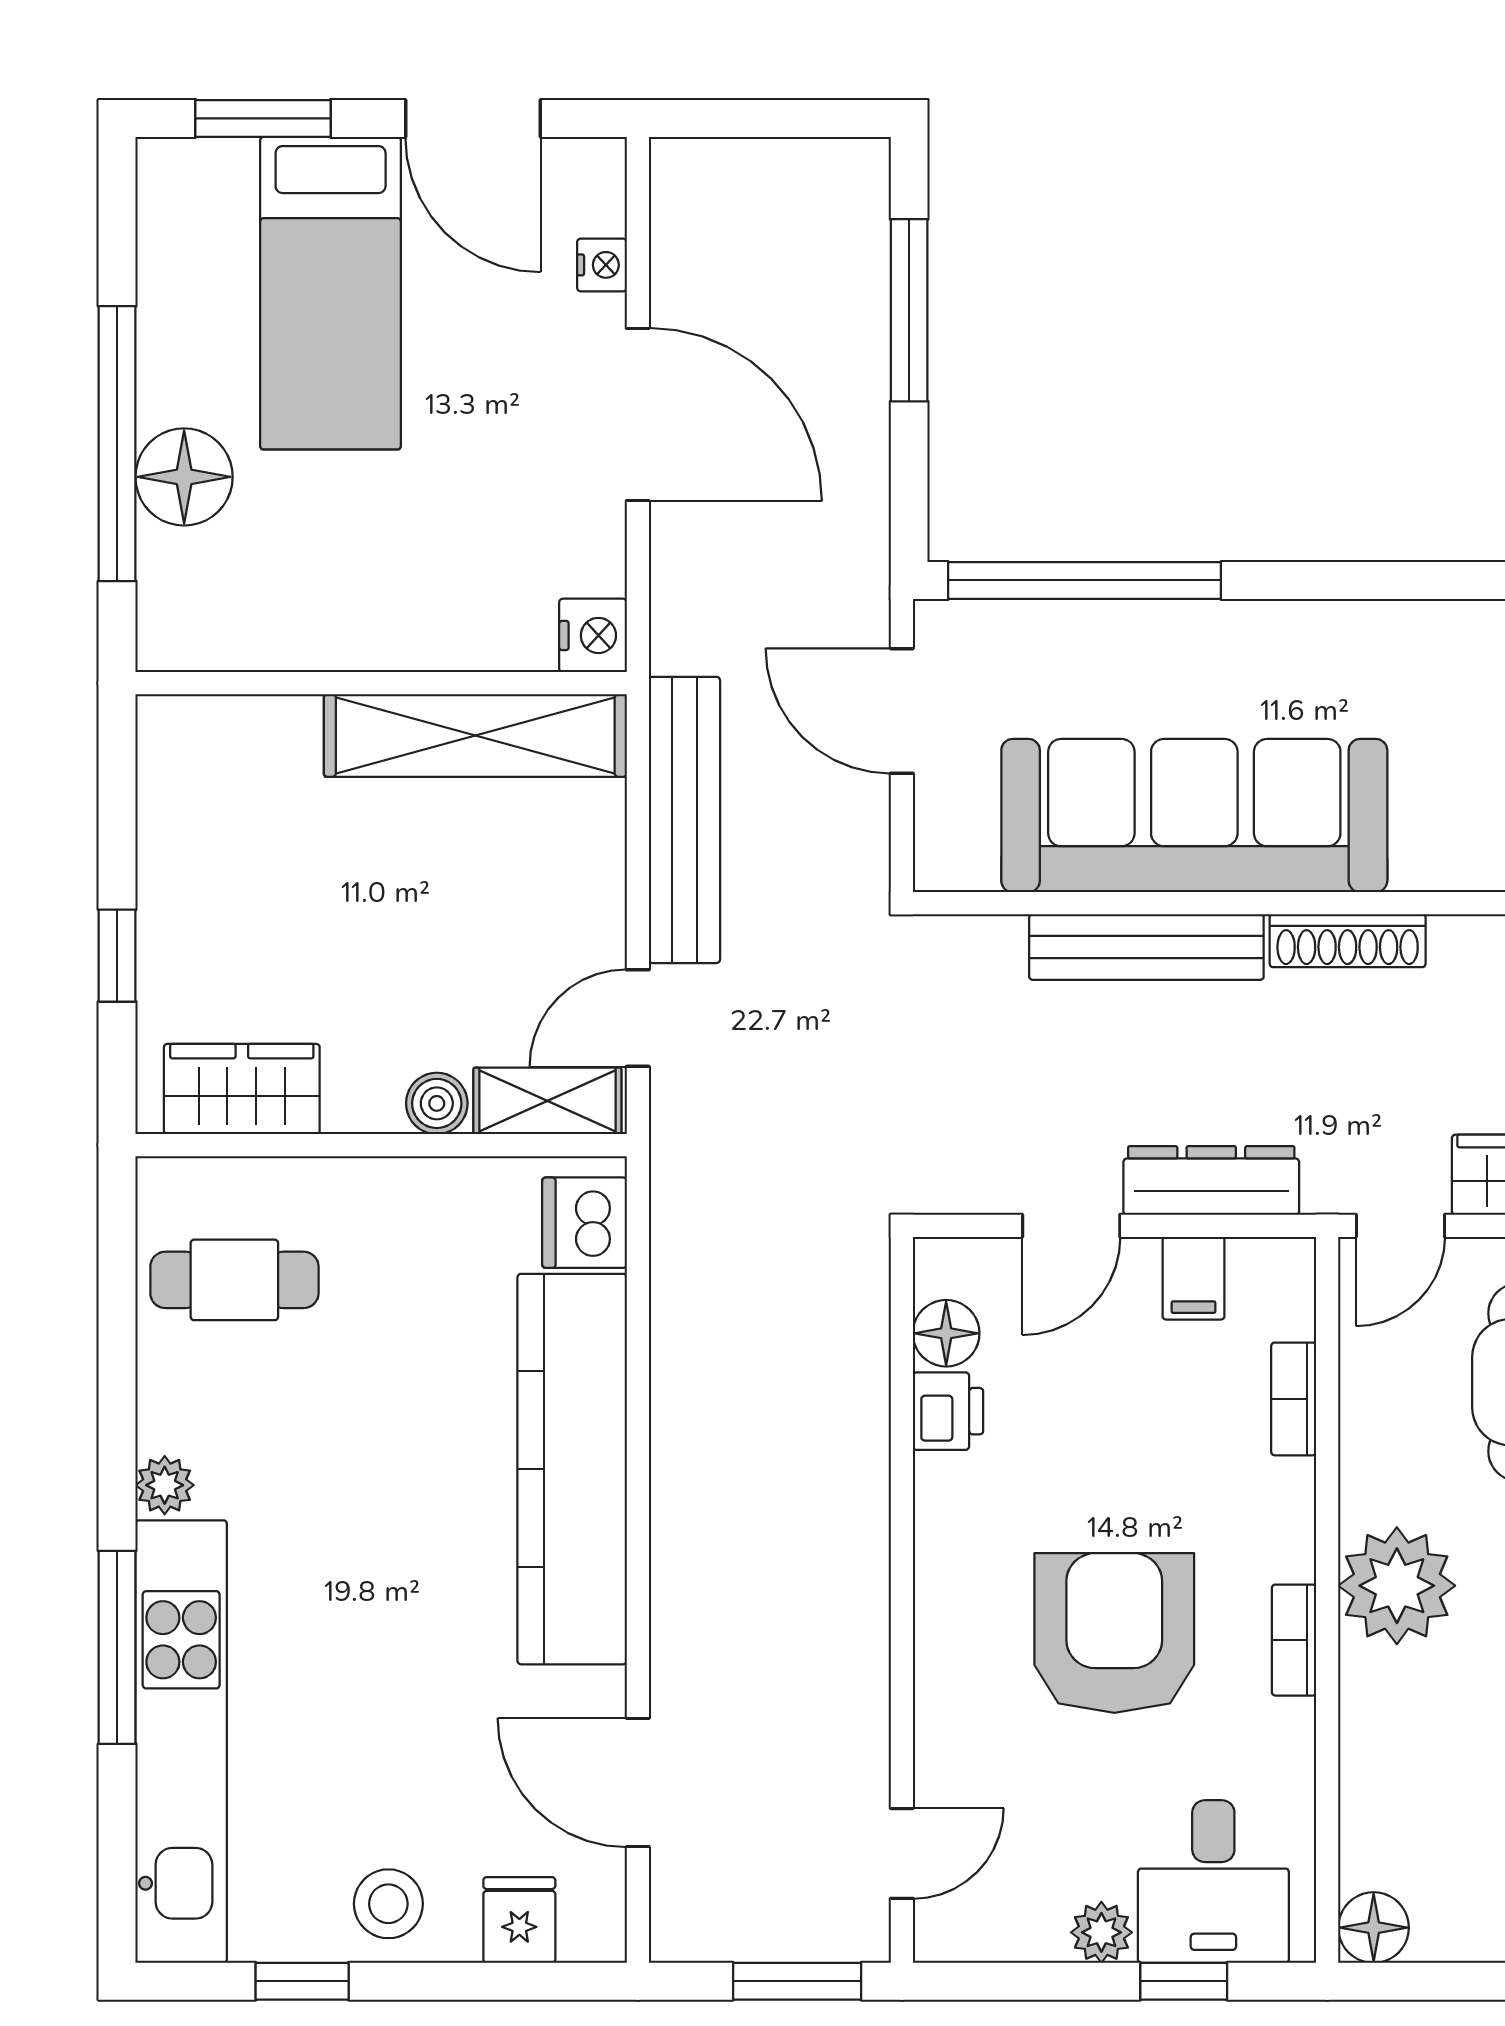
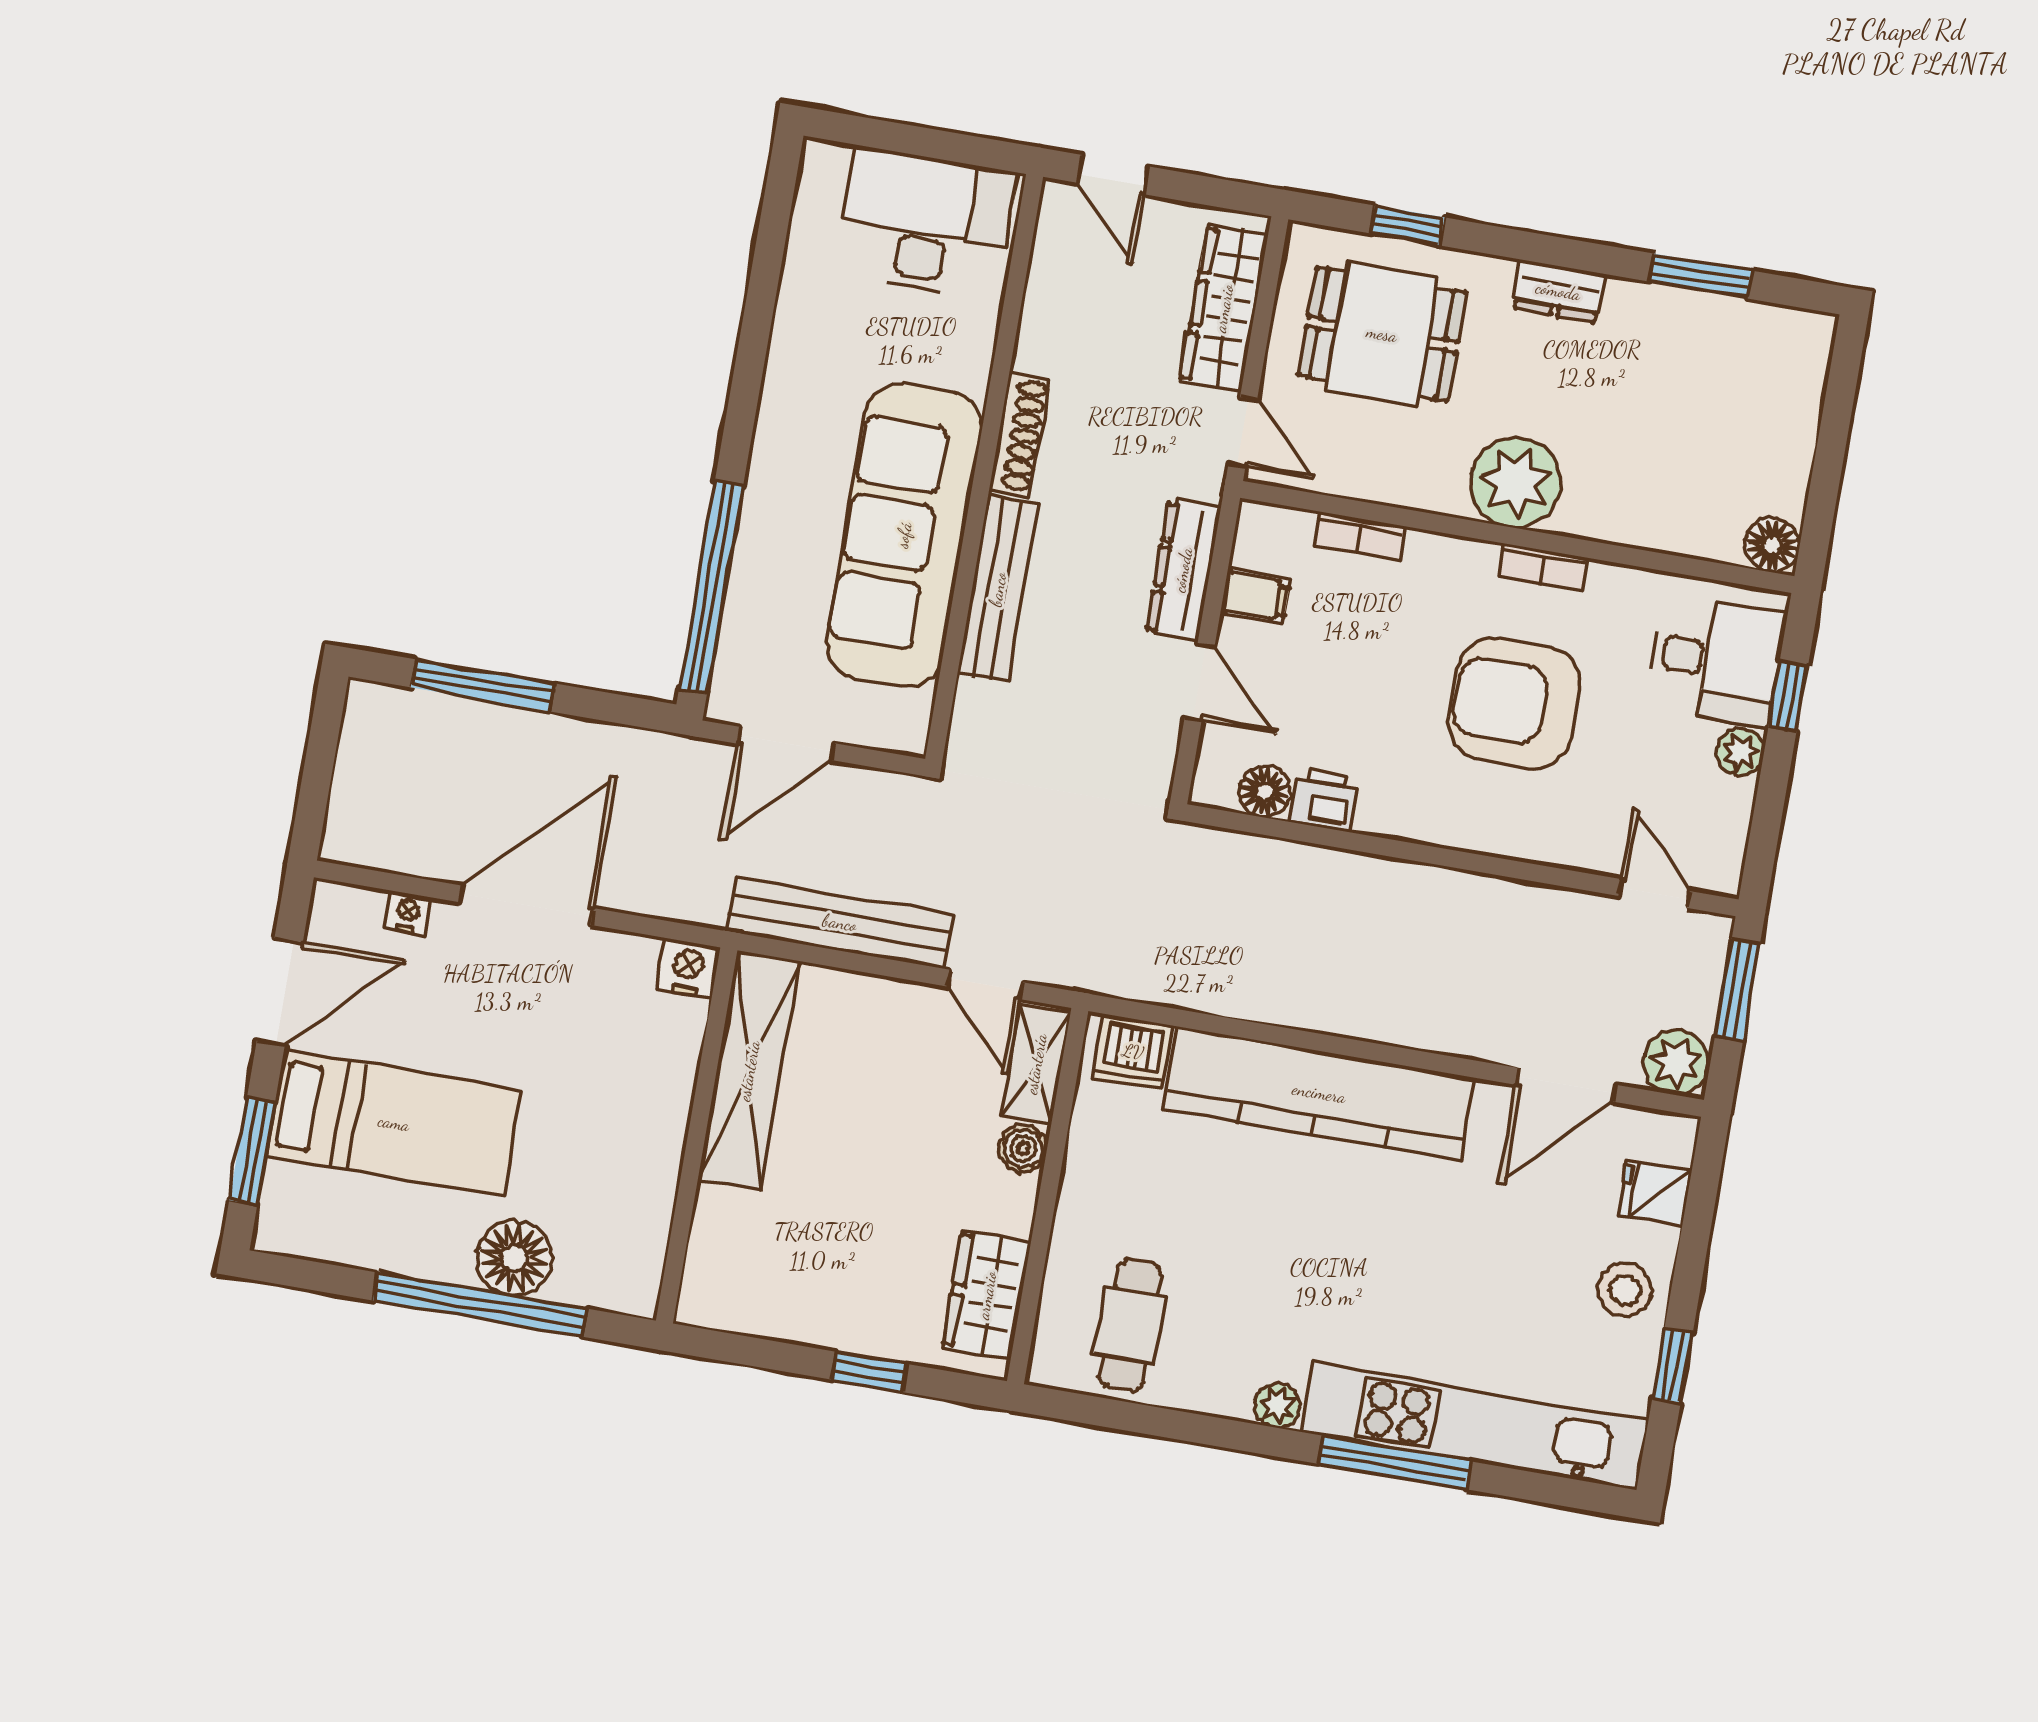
plant: (691, 1919) -> (1676, 1062), added

